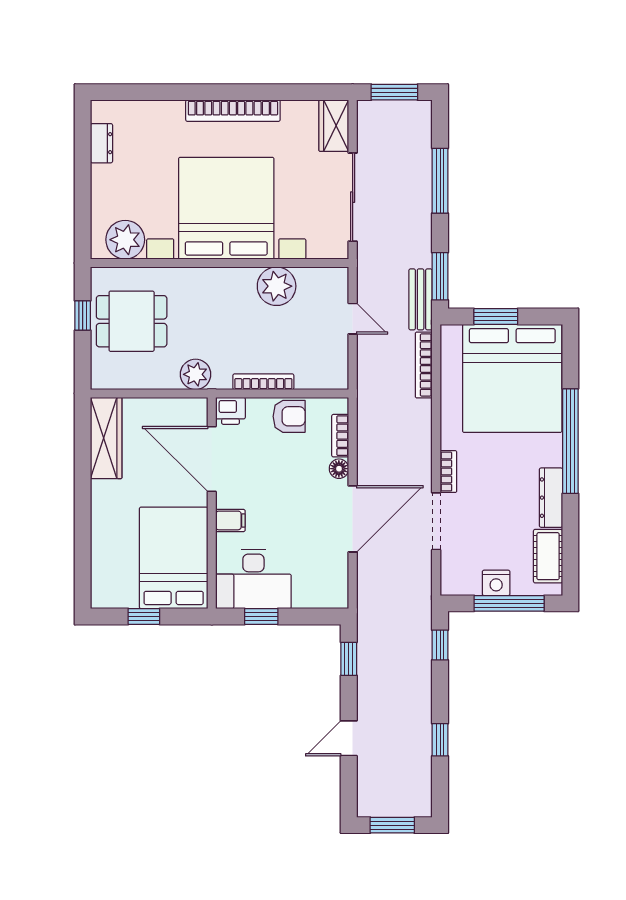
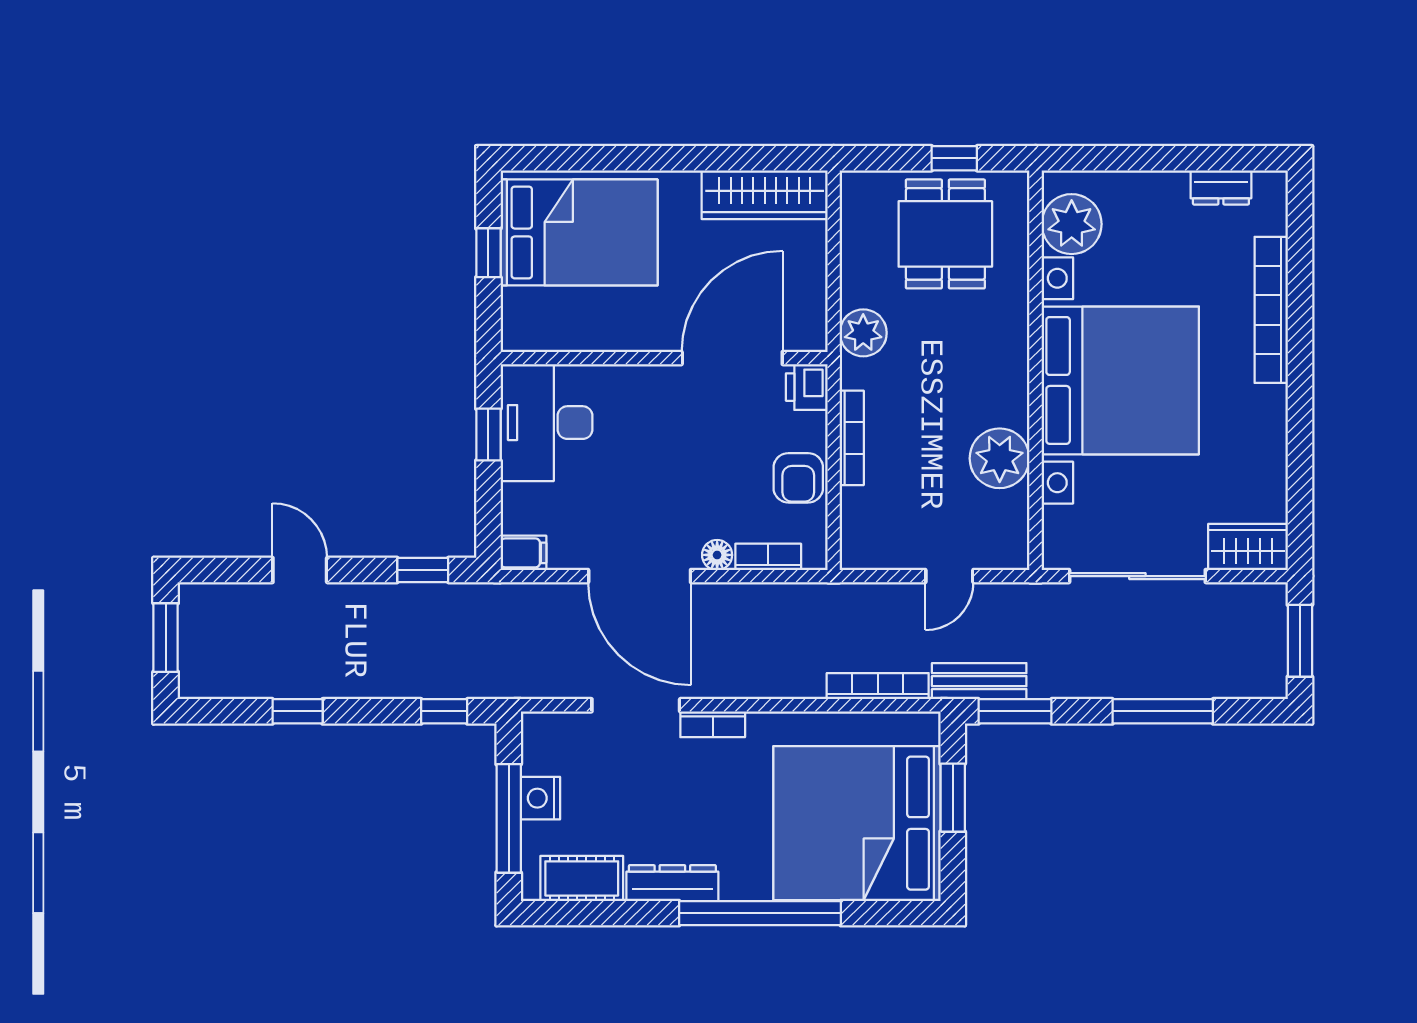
bookcase: (233, 111) -> (1271, 310), moved
filing cabinet: (230, 520) -> (523, 553), moved, turned -90
bed: (174, 558) -> (579, 232), moved

